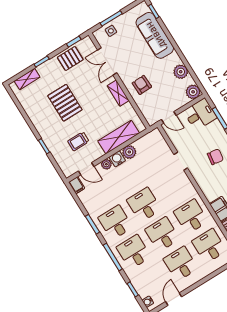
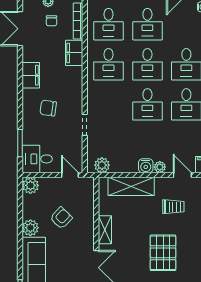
plant: (181, 72) -> (30, 228), moved
armchair: (142, 85) -> (61, 218), moved, turned -134
plant: (129, 152) -> (102, 165), moved

